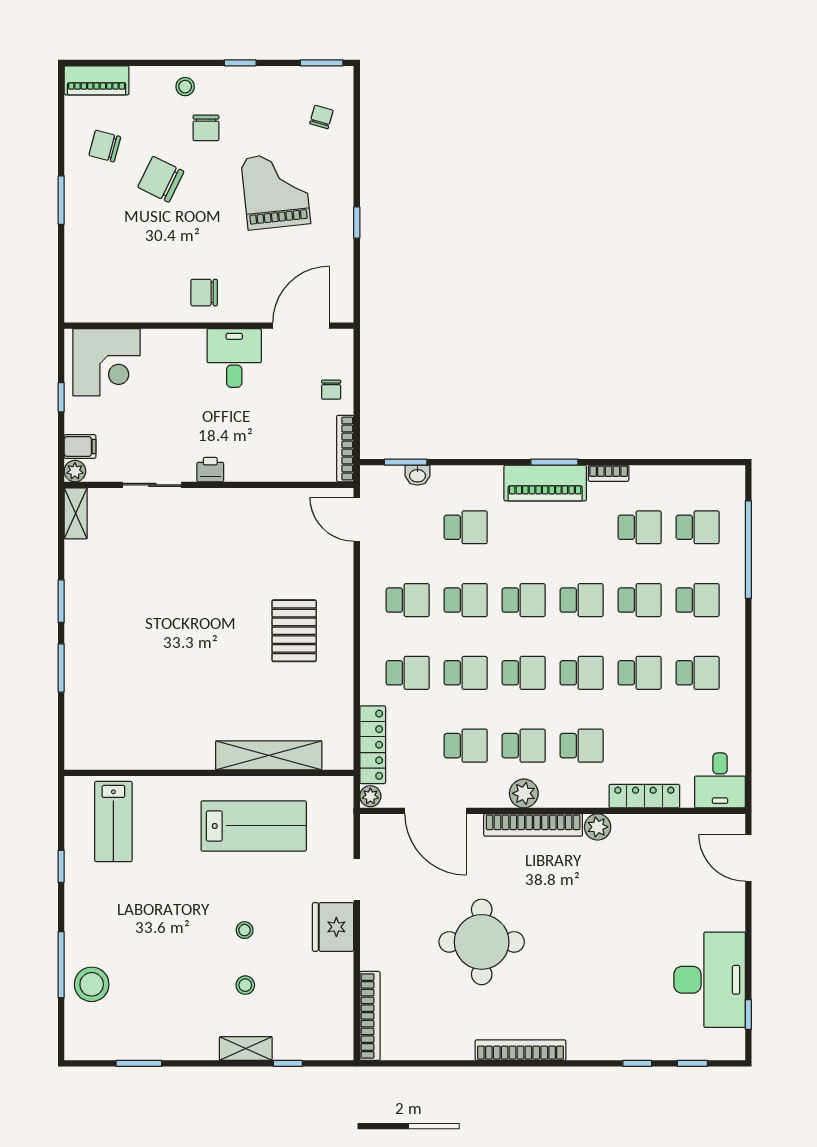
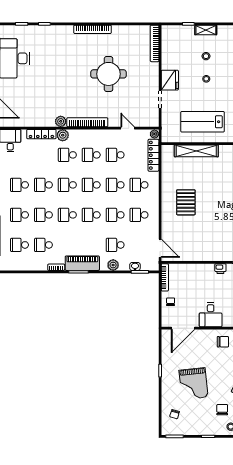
plant: (471, 479) -> (113, 265), added
plant: (524, 793) -> (63, 135), moved
door: (435, 811) -> (128, 128), width x0.53

